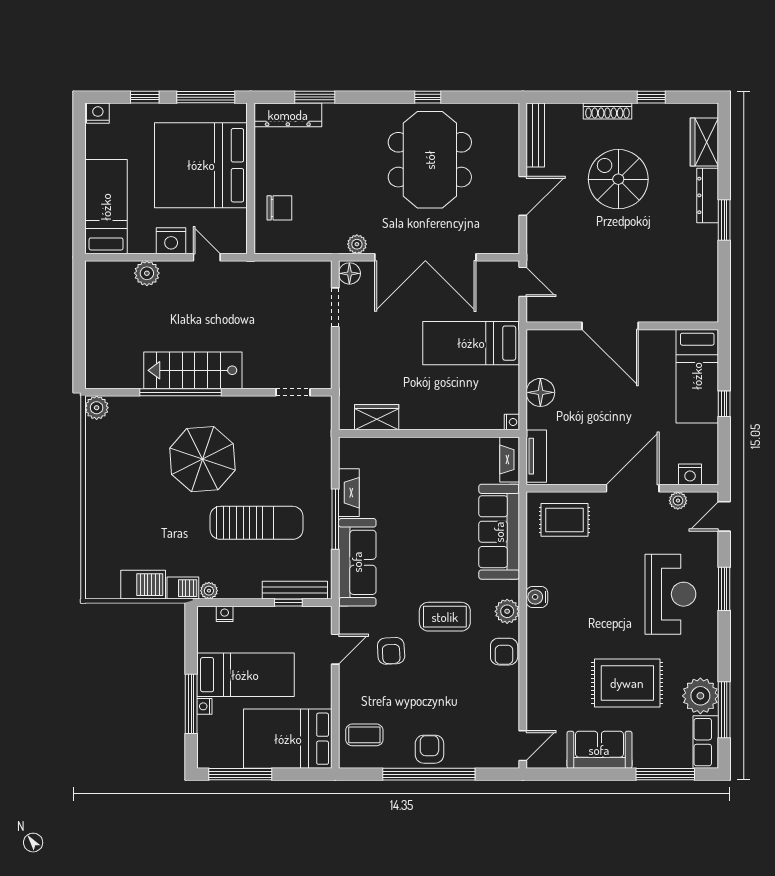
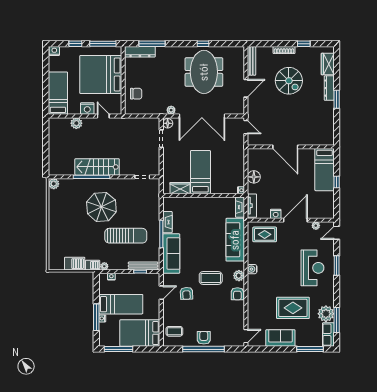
window: (315, 97) -> (152, 44), width x1.44
spiral stairs: (618, 179) -> (289, 81), turned 180
bed: (471, 343) -> (200, 172), moved, turned 90
nightstand: (690, 474) -> (276, 214), moved

